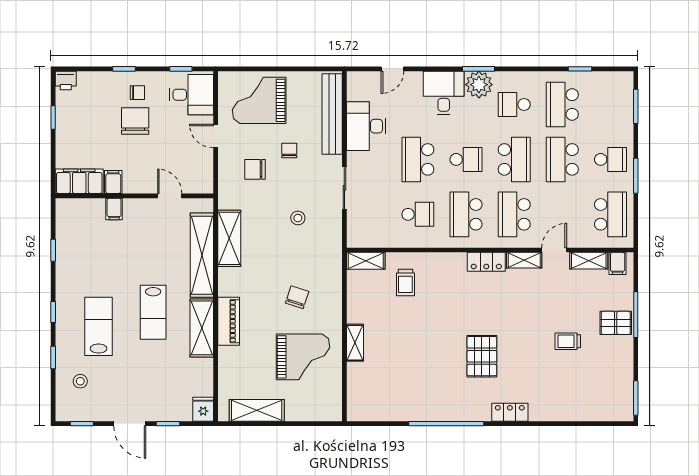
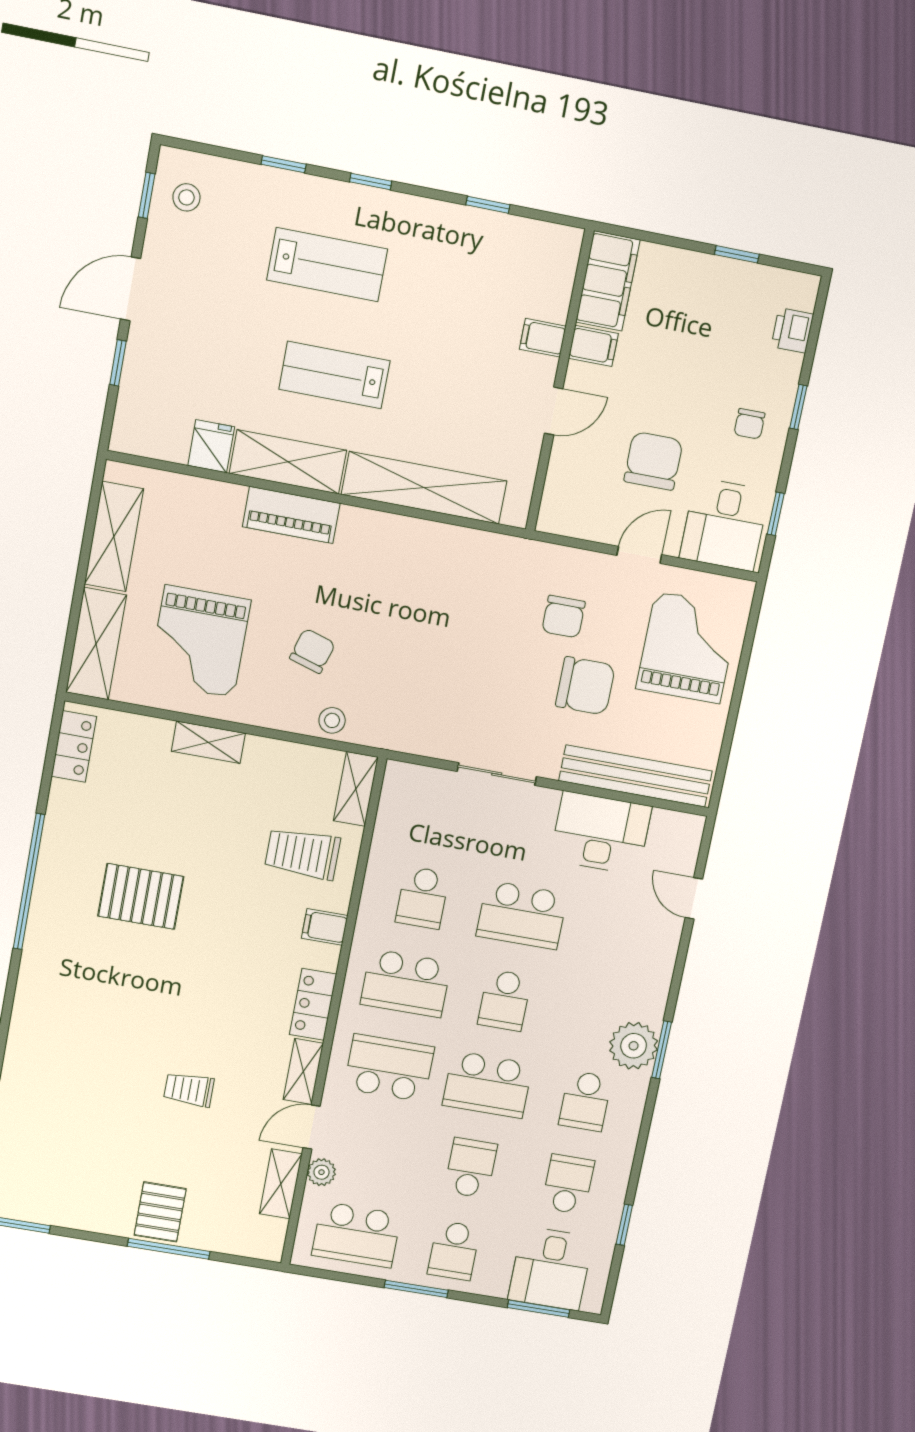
printer: (66, 81) -> (792, 330), moved
desk: (444, 93) -> (551, 1268), moved, turned 90
school desk: (514, 105) -> (585, 1101), turned 180
school desk: (562, 105) -> (568, 1184), width x0.54
chair: (135, 121) -> (653, 461), moved, turned -90
chair: (289, 150) -> (585, 686), width x1.87, depth x1.87
school desk: (418, 159) -> (522, 915), turned 180
school desk: (562, 159) -> (471, 1168), width x0.54
chair: (255, 169) -> (564, 617), turned 180
door: (170, 196) -> (554, 411), moved
school desk: (466, 214) -> (406, 983), turned 180
stool: (298, 218) -> (332, 720), moved
shelving: (229, 238) -> (96, 644), moved, turned 90
plant: (579, 240) -> (321, 1172), added
door: (554, 250) -> (311, 1127), swing flipped
filing cabinet: (618, 263) -> (325, 927), moved
trolley: (405, 283) -> (303, 854), width x1.36, depth x1.39
chair: (297, 297) -> (312, 651), turned -91
trolley: (568, 341) -> (189, 1089), moved, turned -90
pallet: (482, 356) -> (141, 896), moved
stool: (80, 381) -> (186, 197), moved
fridge: (203, 409) -> (211, 446), moved, turned -90
locker: (510, 412) -> (74, 746), moved

